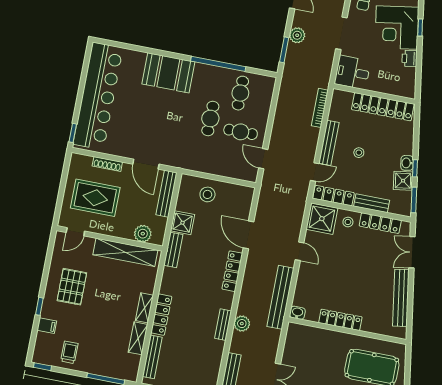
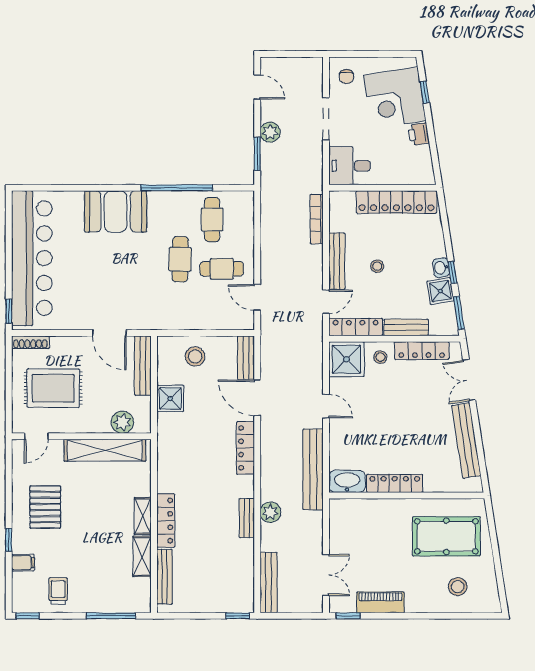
shoe rack: (107, 164) -> (30, 342), moved
bench: (173, 250) -> (246, 358), moved
washbasin: (297, 313) -> (347, 481), width x1.91, depth x1.45

